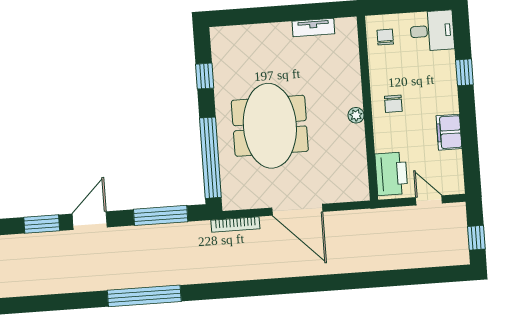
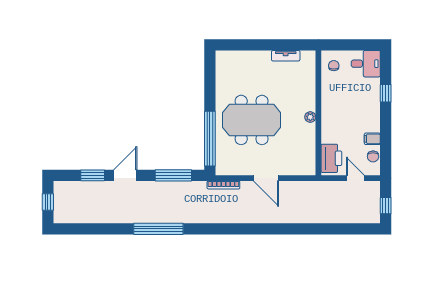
window: (205, 76) -> (210, 83), removed
chair: (393, 104) -> (373, 156), moved
meeting table: (270, 126) -> (252, 120), turned 90
filing cabinet: (449, 132) -> (372, 139), width x0.50
door: (297, 210) -> (266, 178), width x0.73

